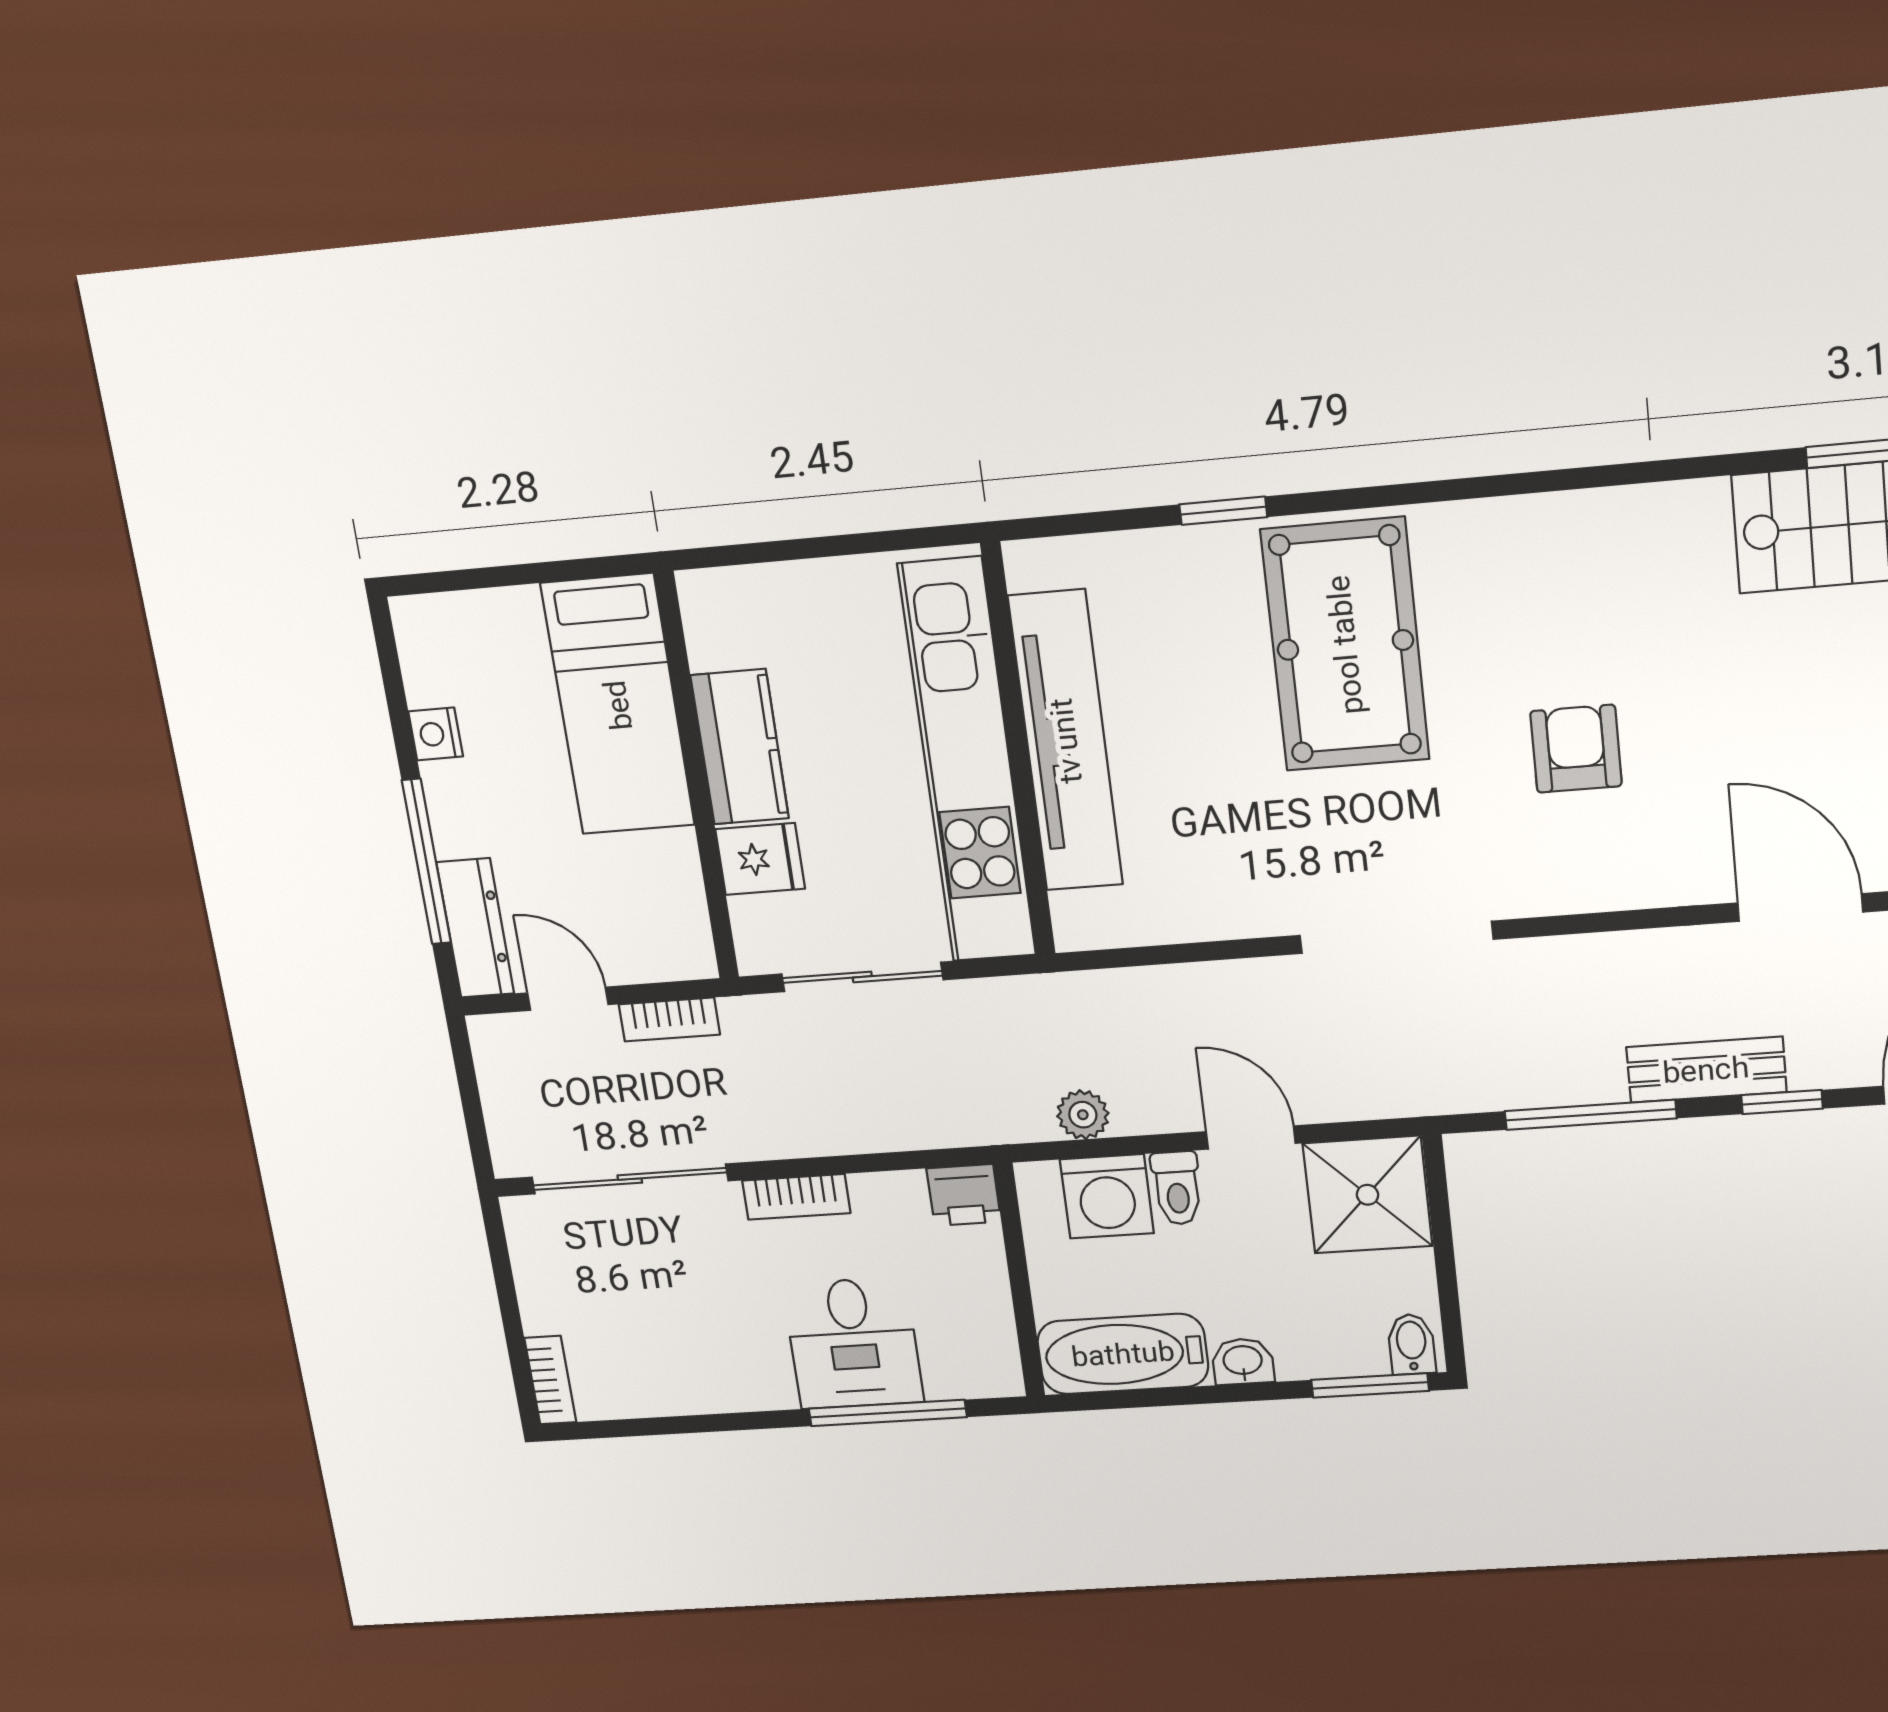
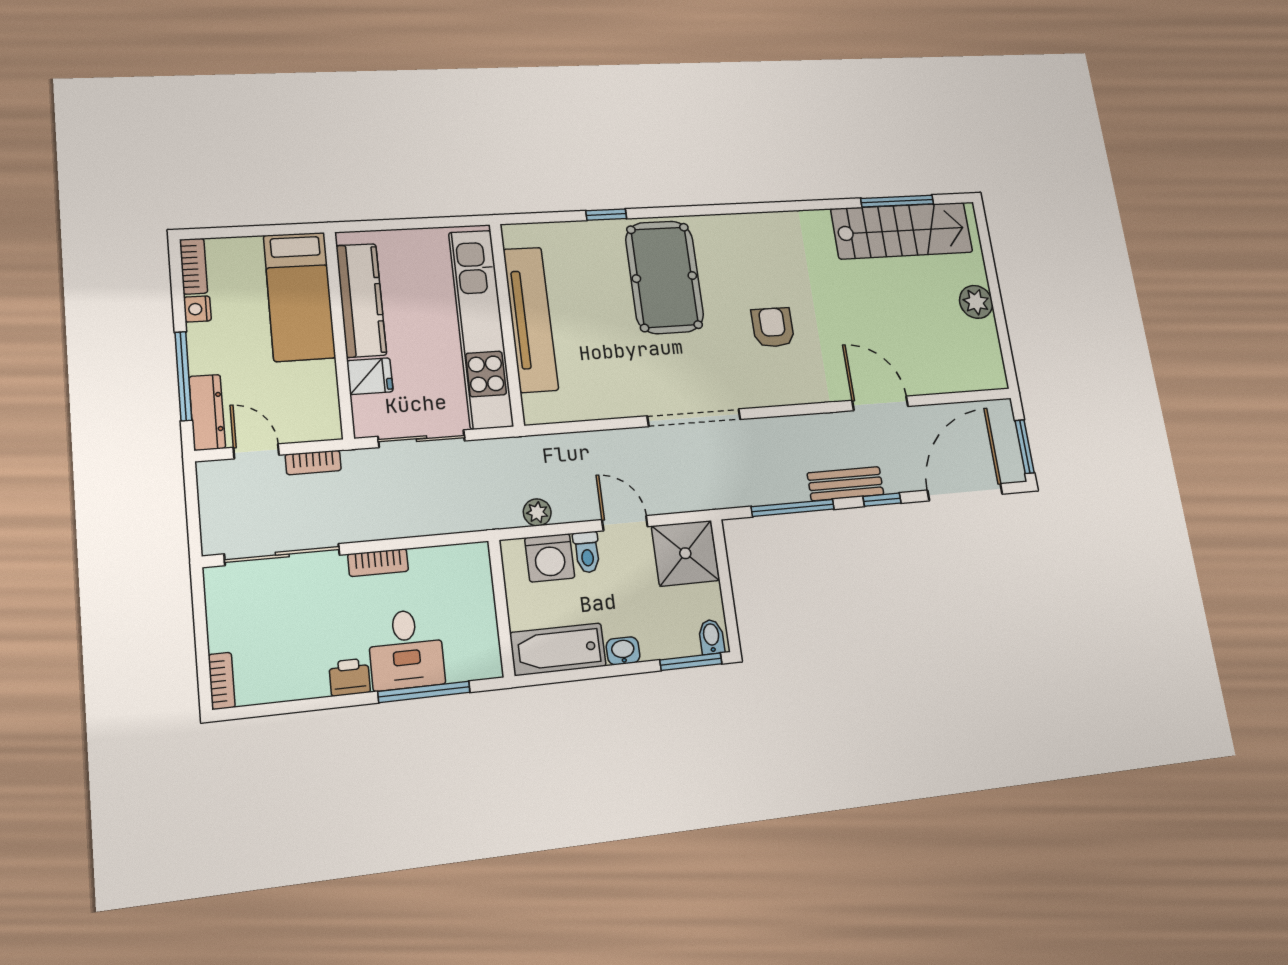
bookcase: (419, 650) -> (193, 266), added
kitchen counter: (740, 747) -> (361, 300), width x1.50
printer: (964, 1195) -> (350, 677), moved, turned 180

